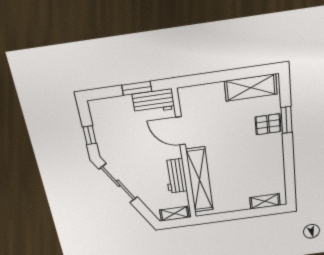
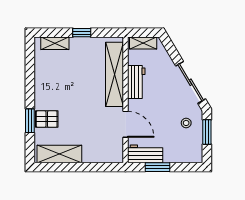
window: (90, 135) -> (207, 132), width x1.50
stool: (114, 142) -> (186, 123), added
window: (238, 215) -> (82, 33), added

